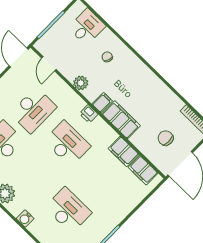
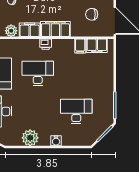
filing cabinet: (102, 103) -> (30, 30), width x2.00
printer: (89, 114) -> (46, 44), moved
filing cabinet: (123, 151) -> (80, 46), width x0.50

